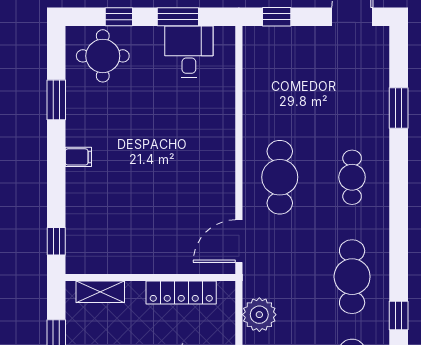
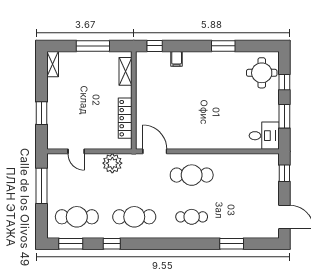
desk: (189, 52) -> (264, 136), moved
window: (56, 100) -> (223, 46), moved
filing cabinet: (78, 157) -> (177, 59), moved

